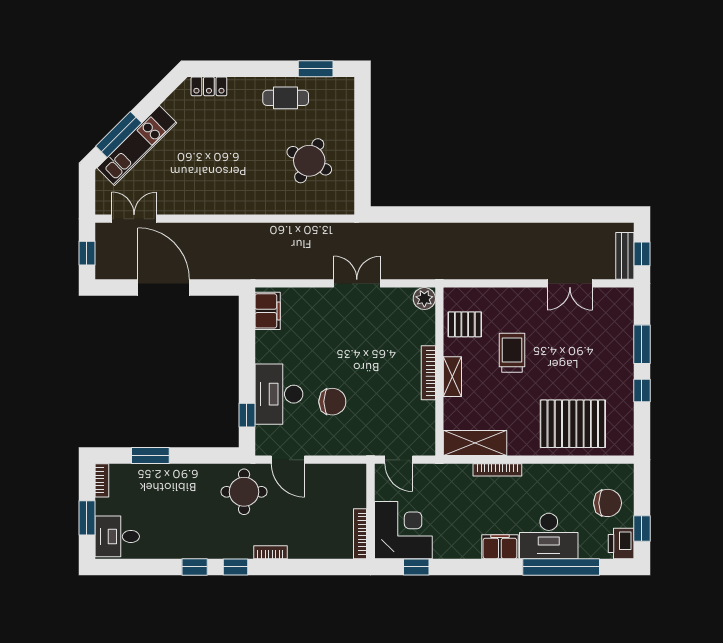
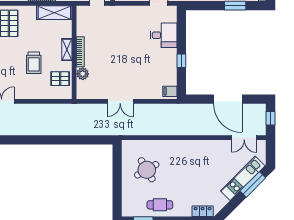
round table: (309, 161) -> (147, 170), turned 32
plant: (424, 299) -> (83, 74), moved
filing cabinet: (268, 311) -> (170, 91), width x0.50
desk: (279, 394) -> (164, 35), width x0.73
chair: (332, 402) -> (134, 36), removed
window: (247, 415) -> (181, 61), moved

